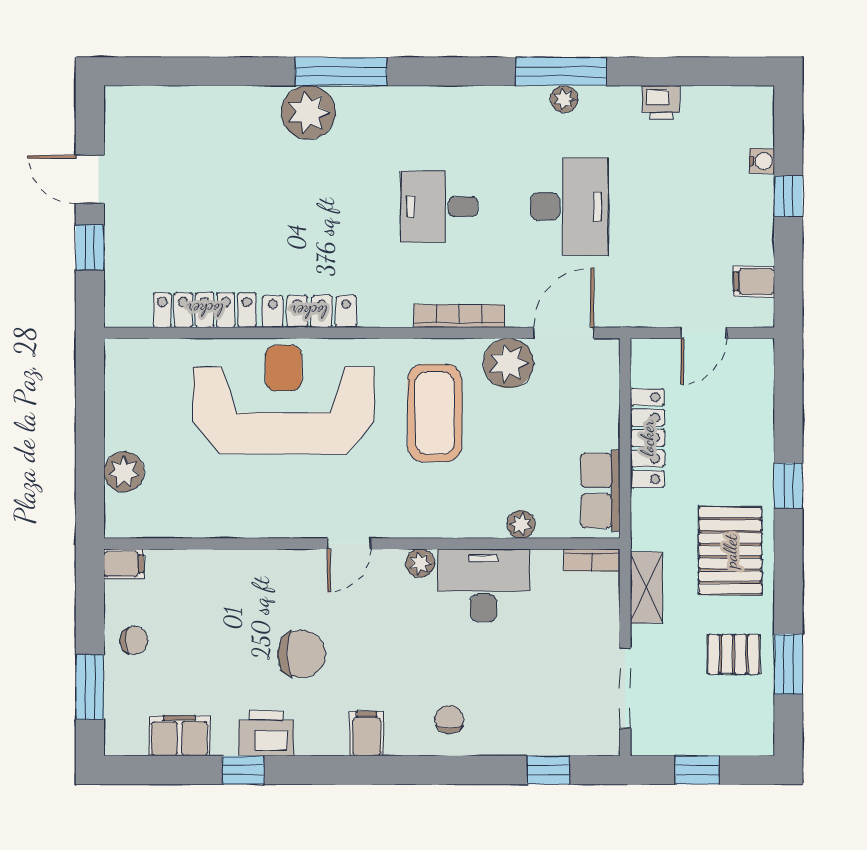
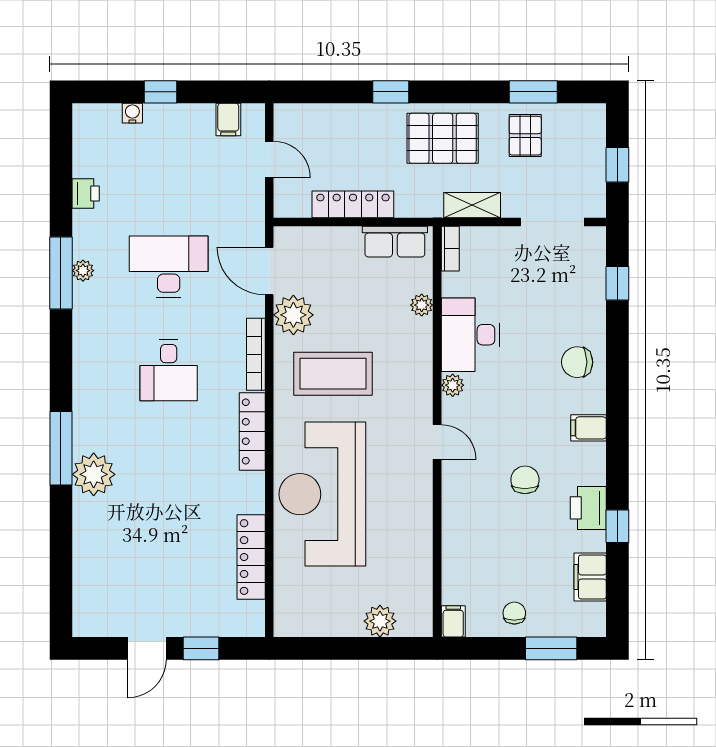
locker: (309, 312) -> (252, 431), moved
chair: (301, 654) -> (525, 480), width x0.73, depth x0.73
chair: (449, 719) -> (577, 362), width x1.37, depth x1.37

